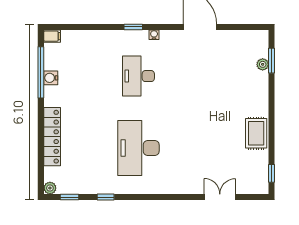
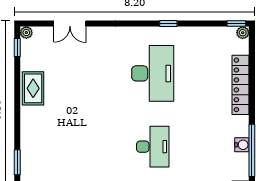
plant: (263, 64) -> (26, 33), moved
window: (70, 197) -> (236, 24), moved
window: (106, 197) -> (168, 24), moved

